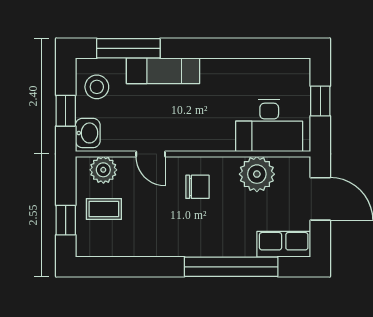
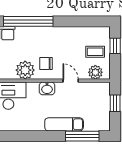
stool: (97, 87) -> (99, 116), removed
washbasin: (88, 133) -> (47, 88), moved, turned -90
plant: (257, 174) -> (25, 70), moved

